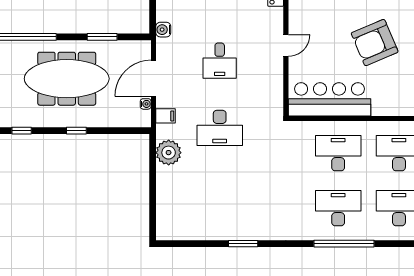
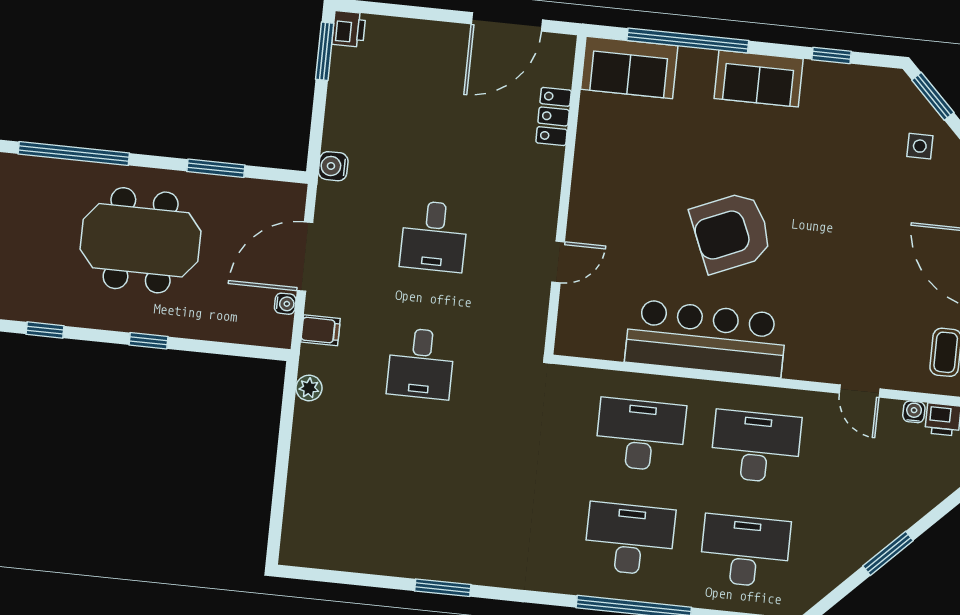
door: (286, 45) -> (558, 262), moved
meeting table: (67, 79) -> (141, 240), width x0.73
bar counter: (329, 99) -> (706, 338), moved
desk: (220, 128) -> (421, 364), width x0.73
plant: (169, 153) -> (309, 388), width x0.53, depth x0.53

